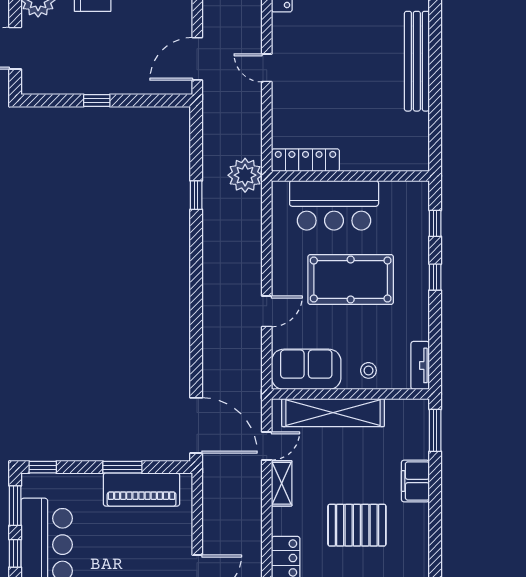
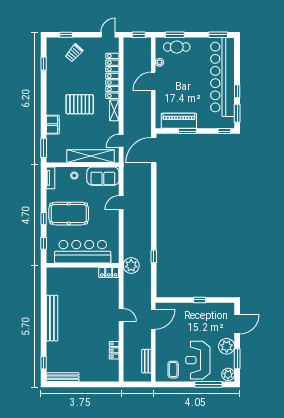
locker: (305, 160) -> (109, 273), width x0.66
bar counter: (334, 205) -> (83, 252), width x1.36
pool table: (351, 279) -> (69, 214), moved
door: (196, 425) -> (154, 150), hinge flipped
shelving: (282, 483) -> (114, 110), moved

